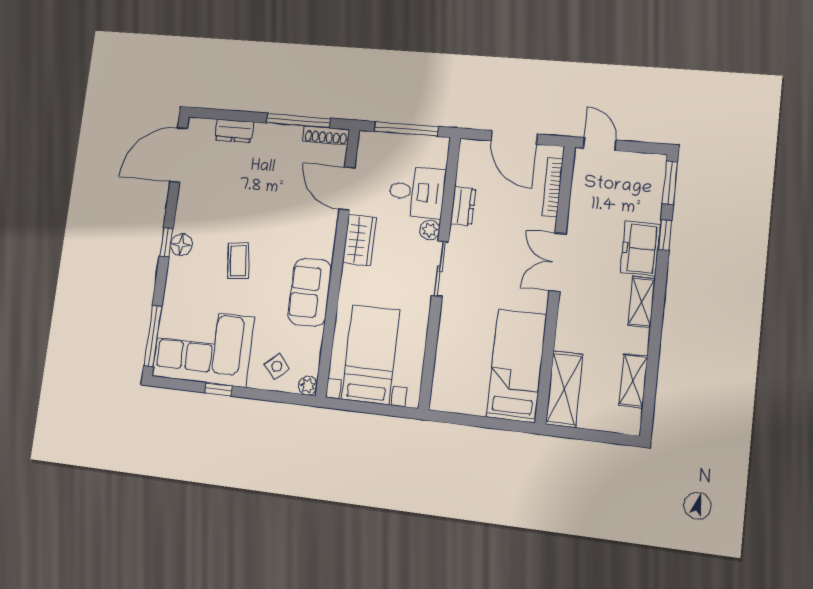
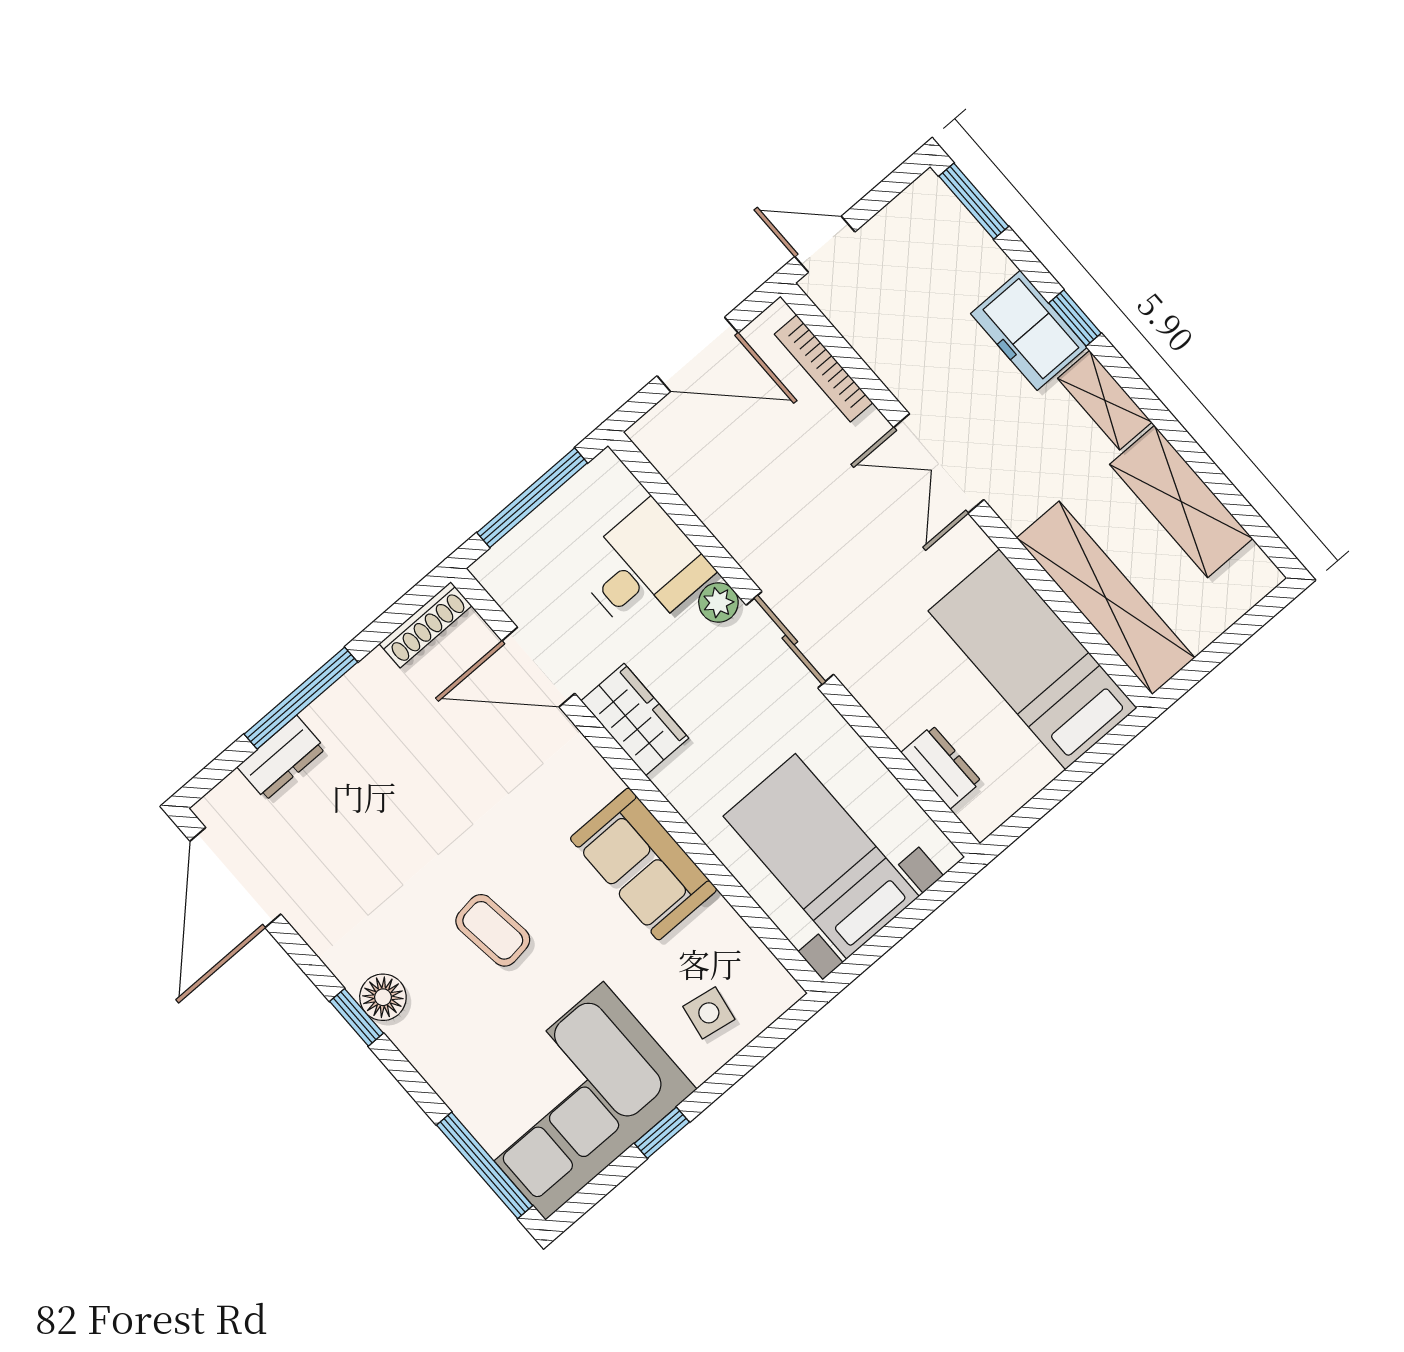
window: (298, 121) -> (301, 698), moved
dresser: (463, 206) -> (941, 767), moved
window: (665, 235) -> (1075, 318), moved
side table: (277, 366) -> (709, 1013), turned -38
shelving: (633, 381) -> (1181, 501), width x1.50, depth x1.33
plant: (308, 386) -> (781, 991), removed
shelving: (564, 389) -> (1106, 598), width x1.47

